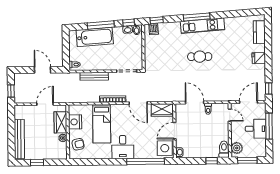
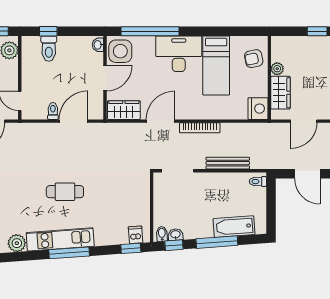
plant: (231, 23) -> (17, 243), added
bathtub: (95, 37) -> (234, 227), width x0.73, depth x0.73
door: (195, 102) -> (74, 121), swing flipped
door: (138, 103) -> (160, 121), hinge flipped
nightstand: (75, 122) -> (258, 109), moved
bed: (102, 124) -> (216, 66), moved, turned 180
desk: (123, 147) -> (179, 54), width x1.37
toilet: (224, 149) -> (49, 49), moved

